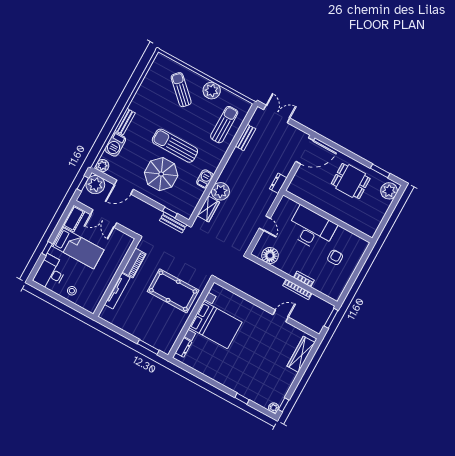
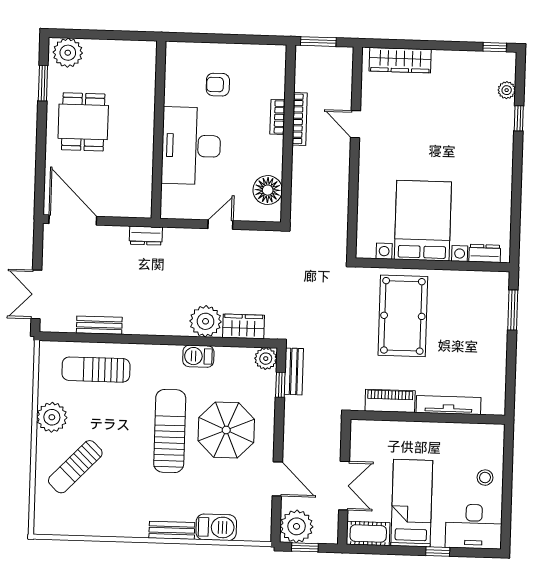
sun lounger: (175, 146) -> (170, 431), turned 180
plant: (102, 166) -> (266, 359), moved
plant: (274, 408) -> (507, 90), moved

